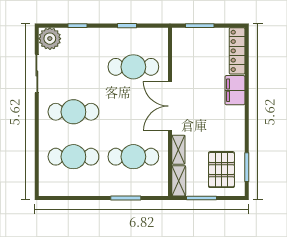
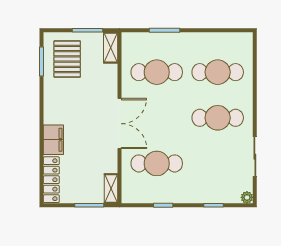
plant: (50, 39) -> (247, 197), width x0.53, depth x0.53
shelving: (178, 150) -> (111, 189), moved

